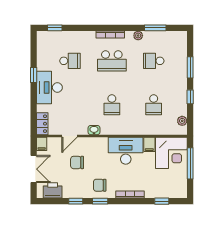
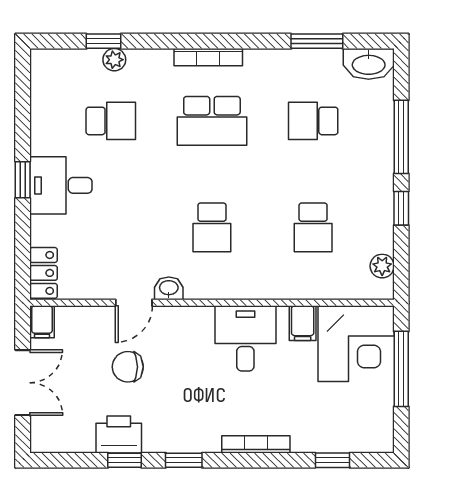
window: (55, 28) -> (104, 41), moved
plant: (138, 36) -> (114, 60), moved
washbasin: (177, 37) -> (369, 64), added
window: (190, 67) -> (401, 137), width x1.44
window: (34, 75) -> (23, 180), moved
desk: (49, 88) -> (61, 185), width x0.73
door: (70, 136) -> (134, 303), moved
desk: (126, 151) -> (245, 338), width x0.73
chair: (100, 185) -> (183, 422), removed
printer: (53, 190) -> (119, 434), moved

